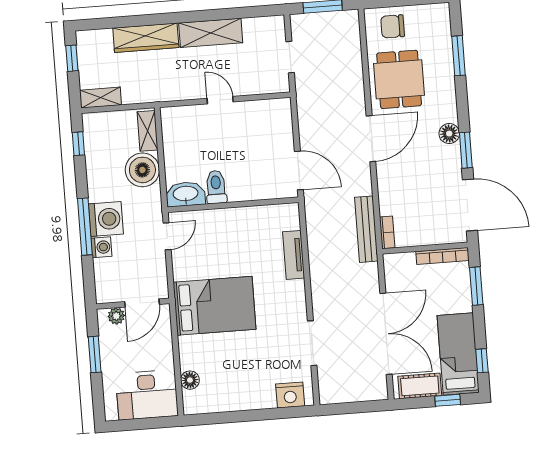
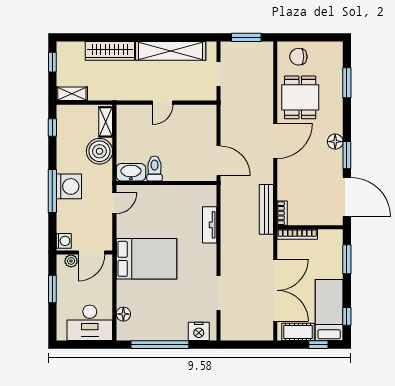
shelving: (211, 33) -> (171, 51), width x1.47
door: (220, 100) -> (163, 103), swing flipped
washing machine: (101, 247) -> (64, 241), moved
bookcase: (442, 256) -> (297, 234), moved
window: (241, 416) -> (160, 345), added

